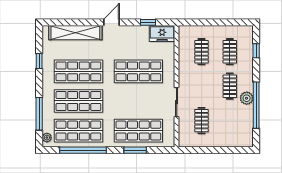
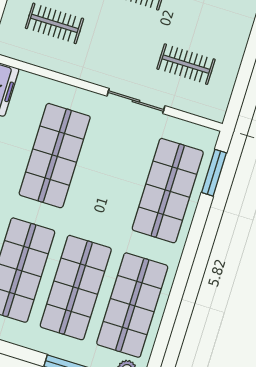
window: (83, 150) -> (172, 308), removed
window: (135, 150) -> (214, 173), moved

